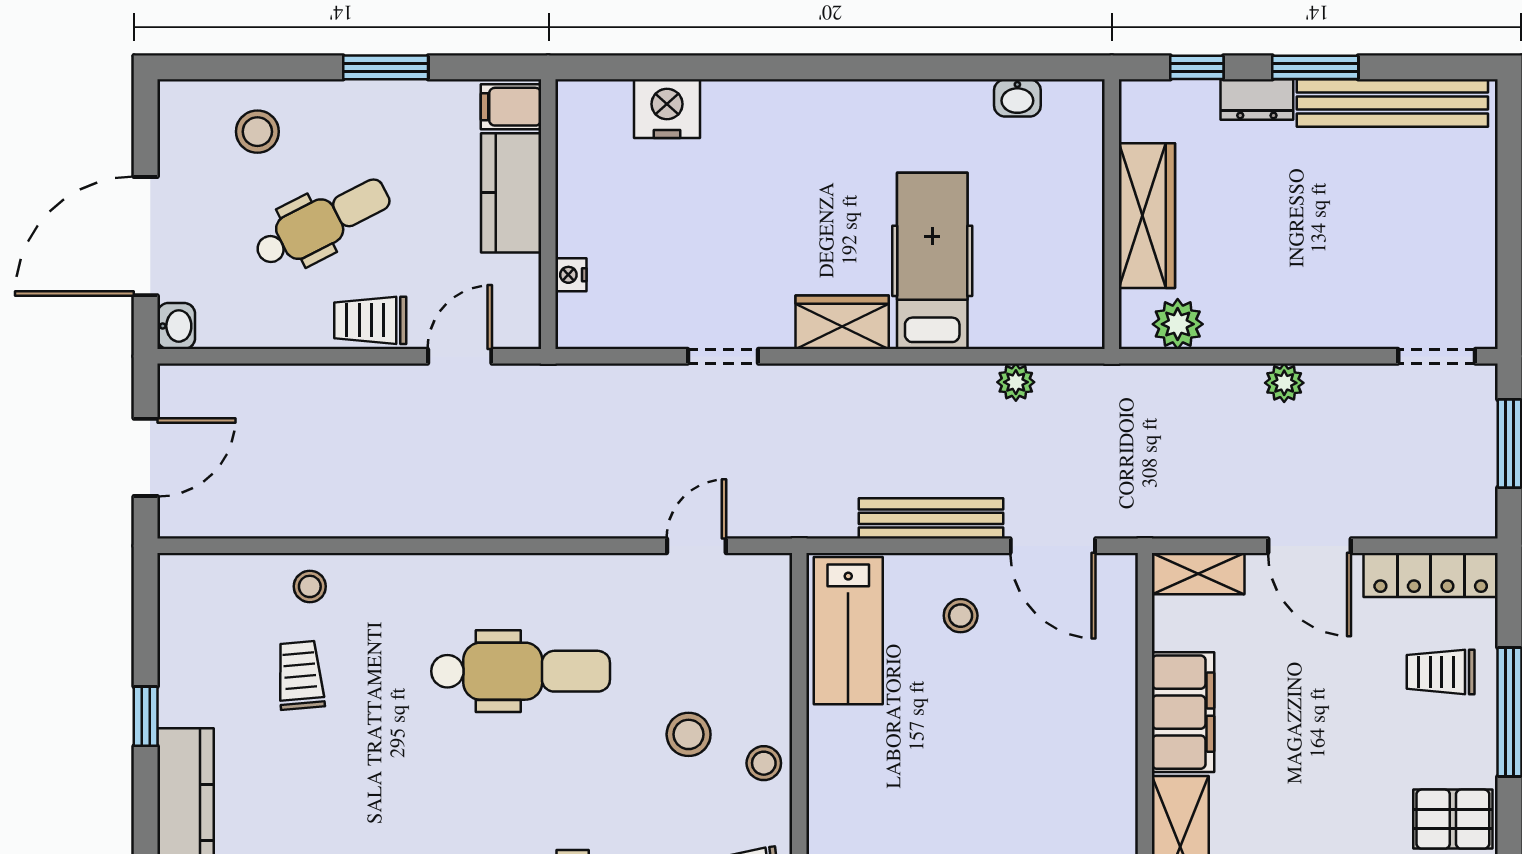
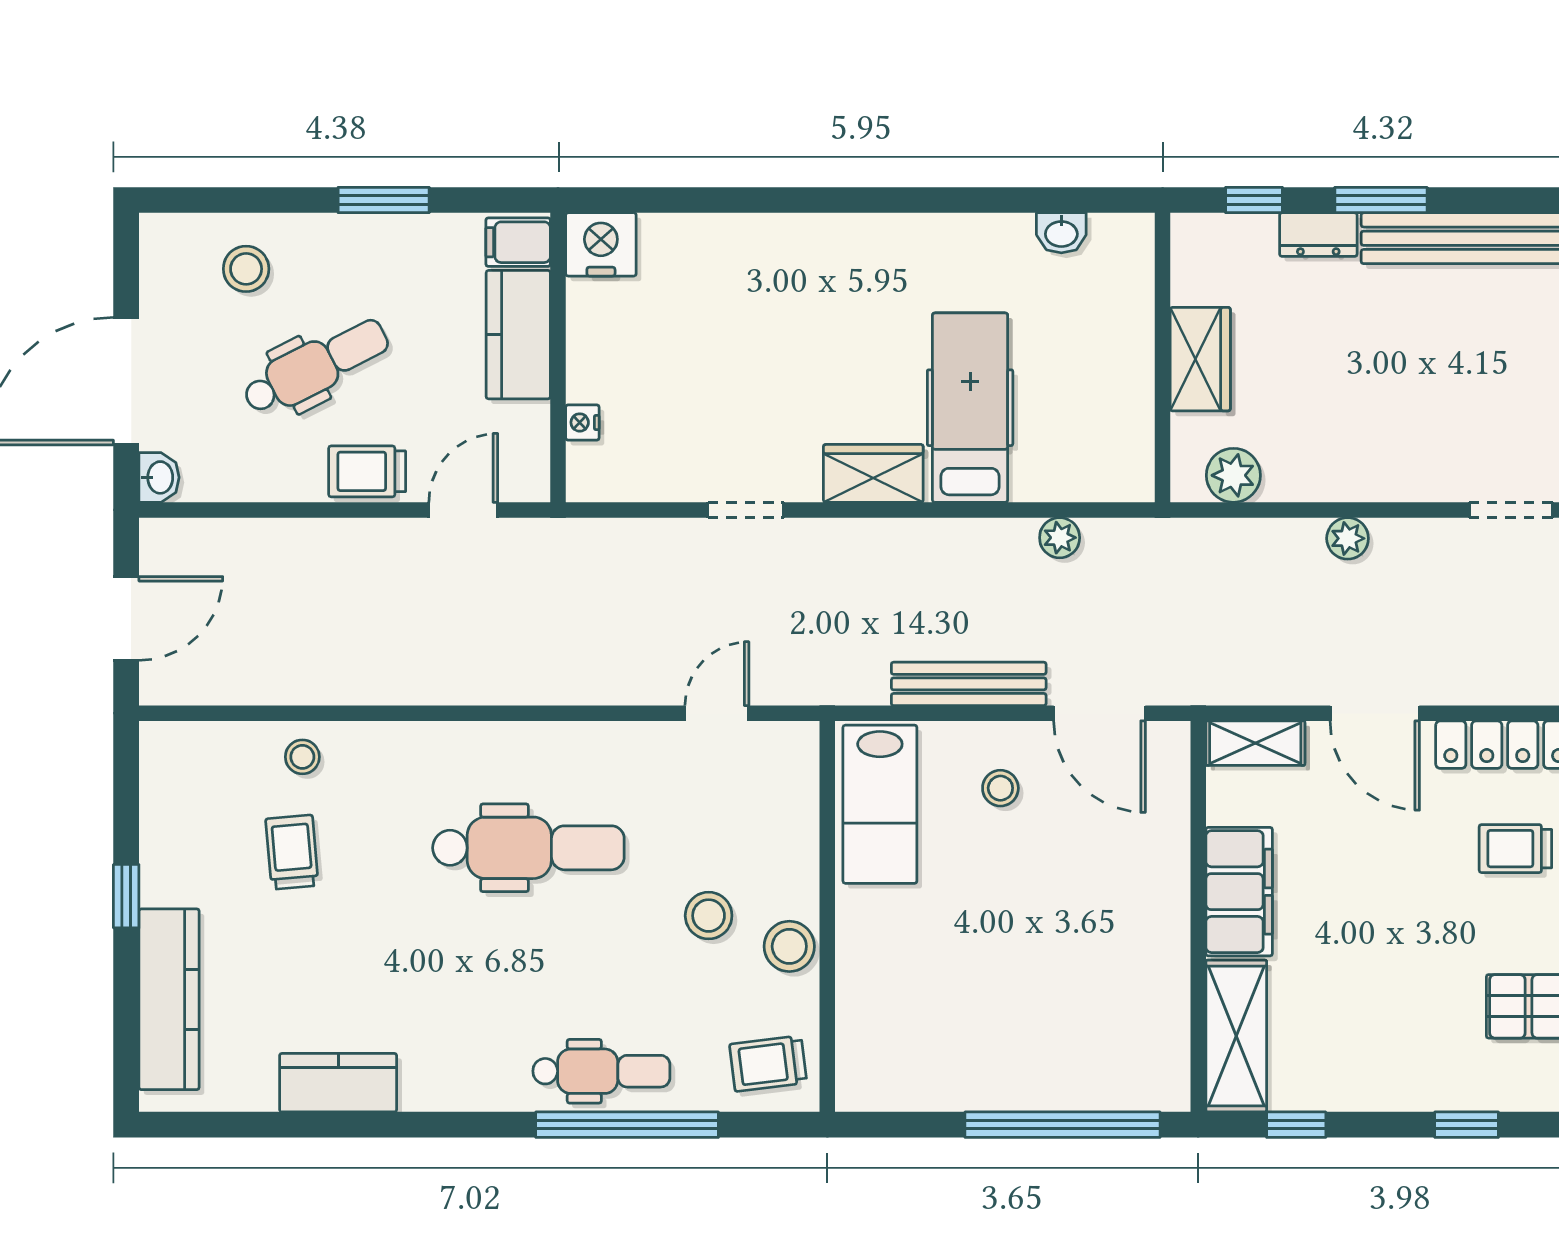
nightstand: (667, 109) -> (601, 244), moved
wardrobe: (1147, 216) -> (1200, 359), width x0.67
stool: (764, 763) -> (789, 946), width x1.37, depth x1.37

